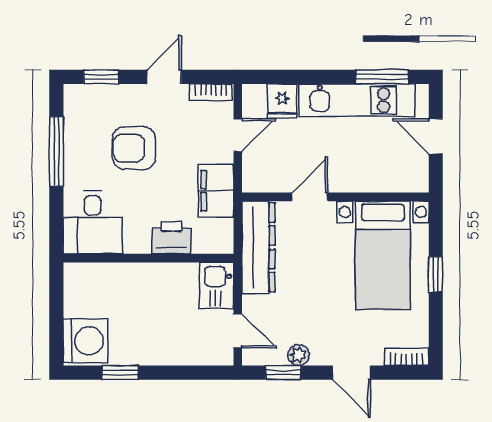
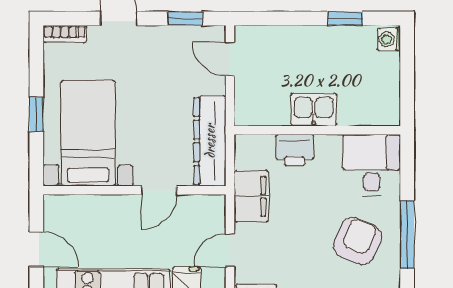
armchair: (134, 148) -> (358, 241), moved, turned -67
kitchen sink: (217, 286) -> (314, 110), moved, turned -90
washing machine: (86, 341) -> (389, 39), width x0.53, depth x0.53
plant: (298, 355) -> (171, 36), removed

